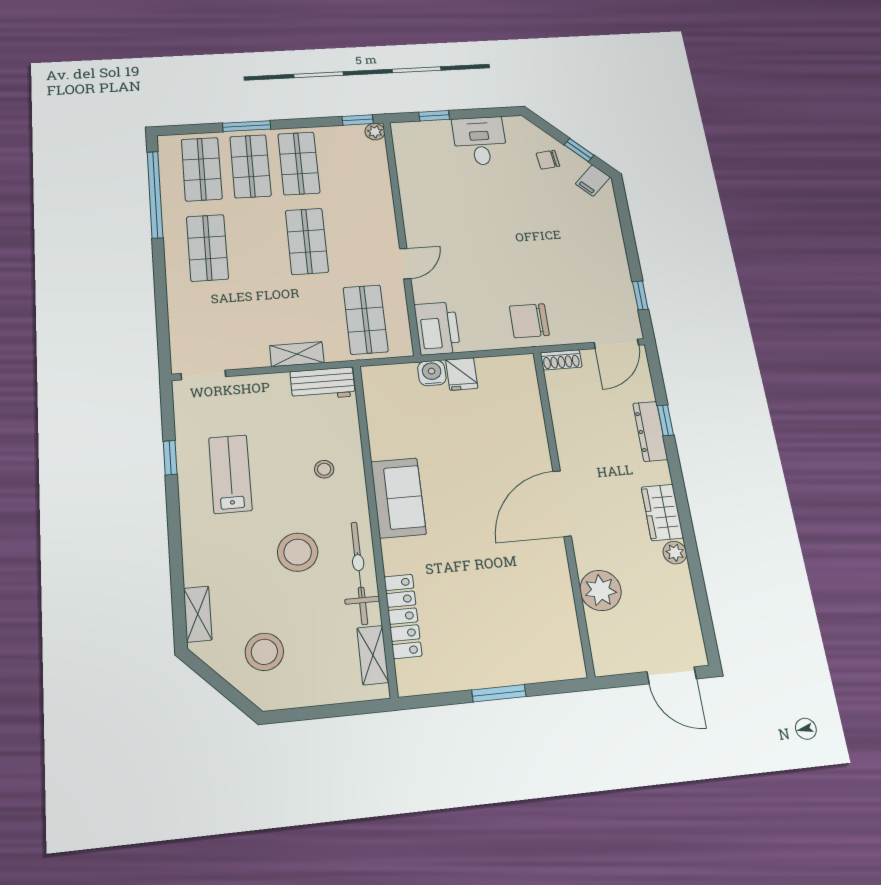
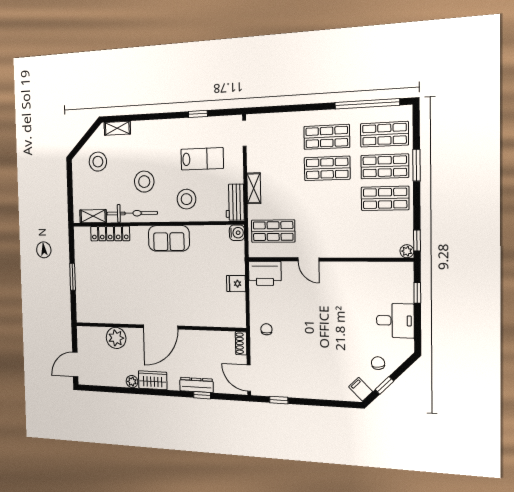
shop shelf: (307, 241) -> (327, 168), moved
chair: (529, 321) -> (266, 329), width x0.54, depth x0.54
water cooler: (432, 373) -> (237, 233), moved
stool: (324, 469) -> (186, 199), width x1.89, depth x1.89
lab bench: (230, 474) -> (202, 159), moved
door: (562, 503) -> (160, 327), swing flipped

